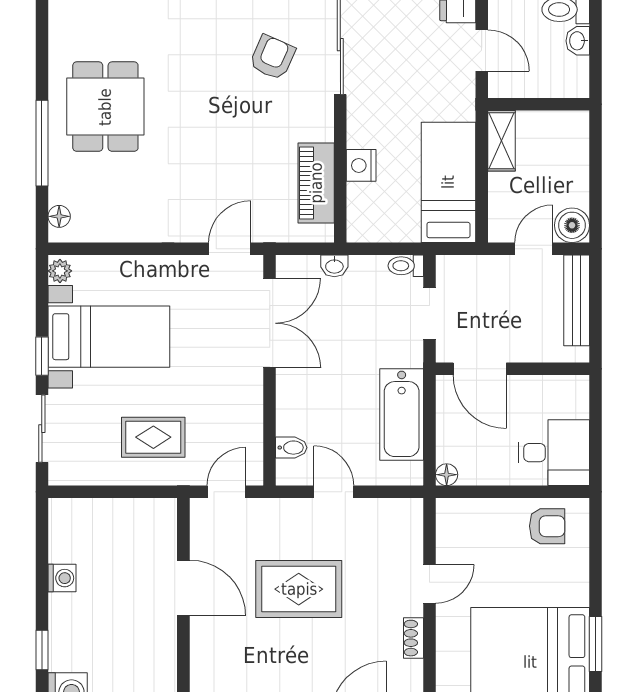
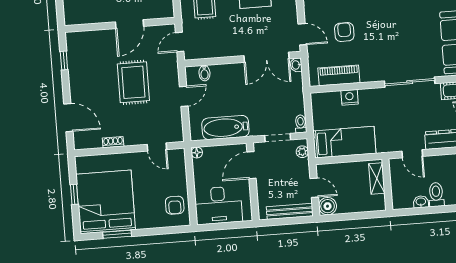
door: (482, 50) -> (412, 154), hinge flipped
armchair: (272, 57) -> (344, 32), moved, turned -114
shelving: (502, 141) -> (377, 179), moved, turned 90
washbasin: (334, 266) -> (296, 65), moved
plant: (461, 267) -> (302, 152), added
desk: (554, 453) -> (218, 205), width x1.37
door: (226, 492) -> (180, 42), swing flipped
door: (429, 584) -> (157, 147), moved

